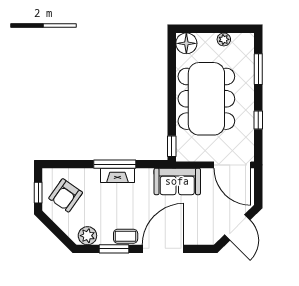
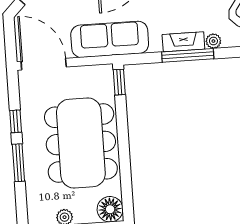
window: (258, 69) -> (18, 163), moved
plant: (93, 174) -> (213, 41), added
sofa: (177, 181) -> (110, 39), width x1.36

